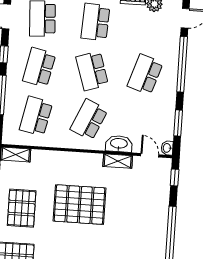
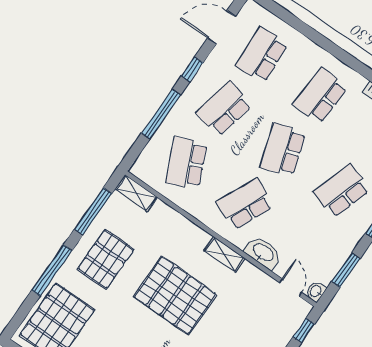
school desk: (36, 116) -> (186, 163), turned -36
shelving: (118, 161) -> (225, 254), moved

